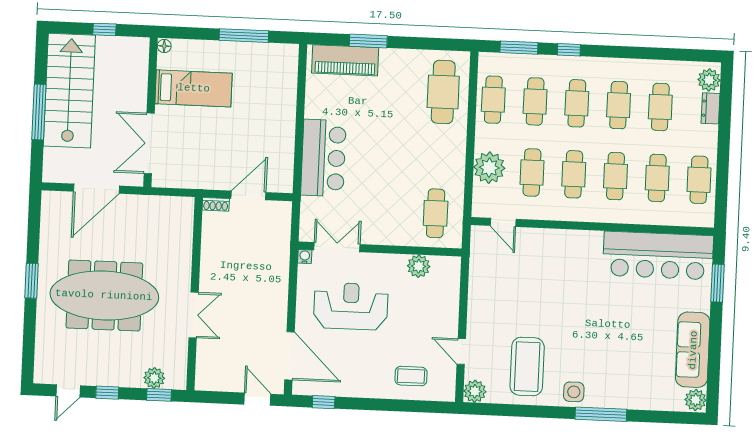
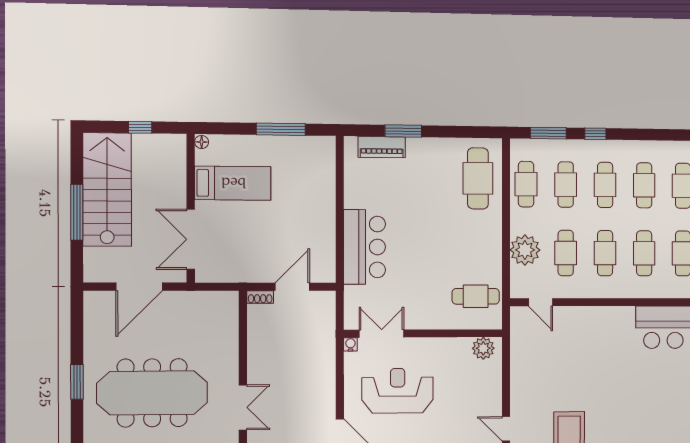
piano: (345, 60) -> (382, 147), width x0.73, depth x0.75
cafe table: (436, 213) -> (476, 296), turned 90
plant: (419, 266) -> (483, 348), moved

